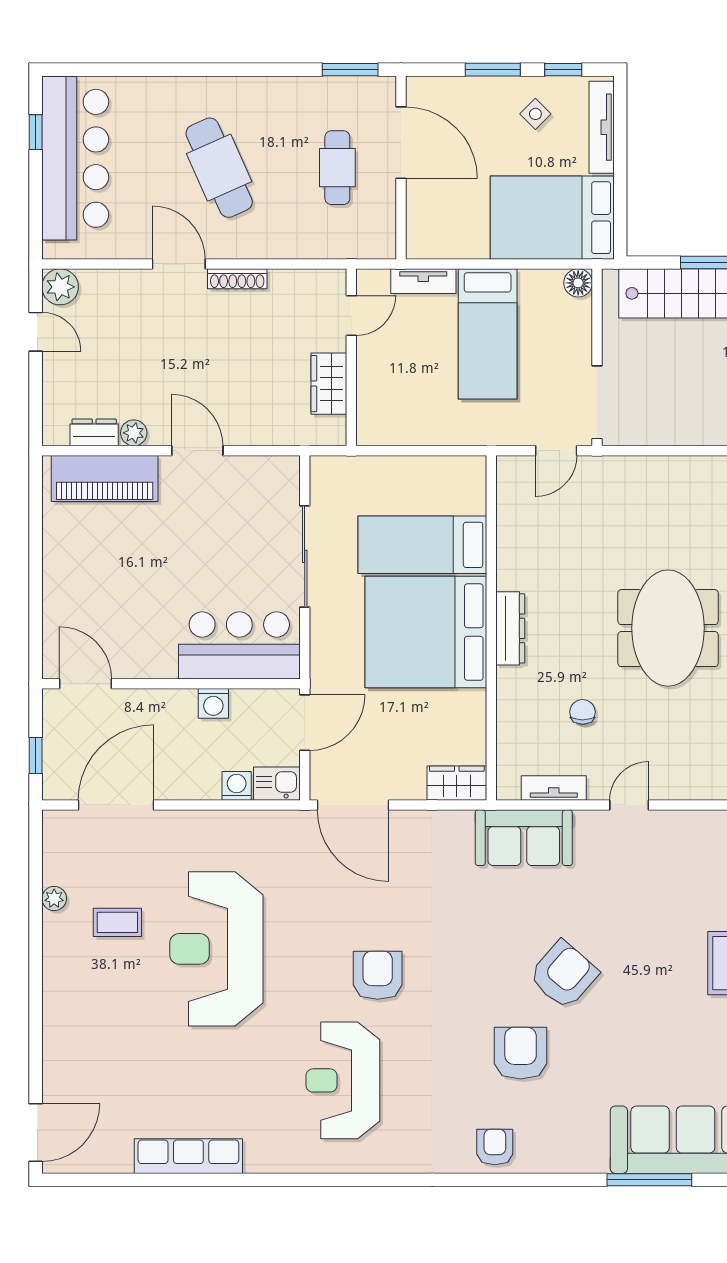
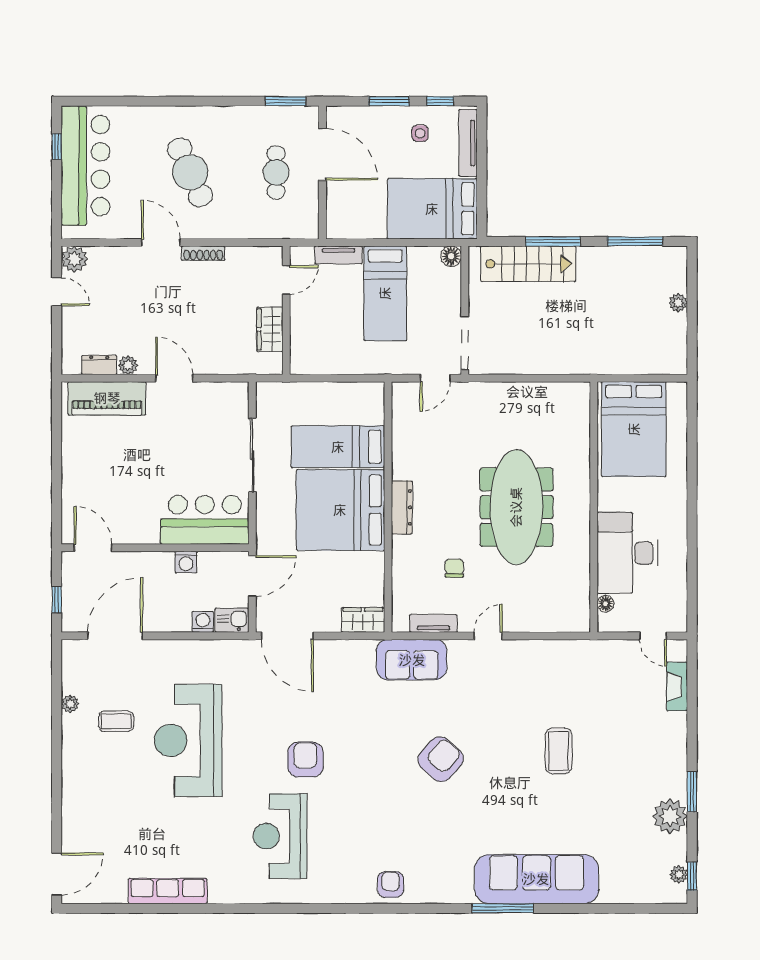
side table: (535, 114) -> (420, 133), turned 45
meeting table: (668, 628) -> (516, 507), width x1.36
armchair: (521, 1053) -> (409, 816), removed

